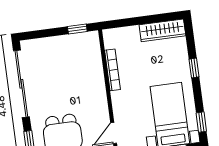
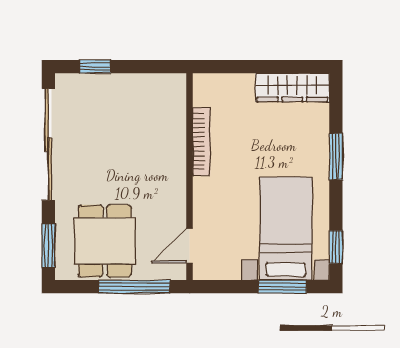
window: (77, 29) -> (95, 67), moved
window: (194, 68) -> (336, 156), width x1.50

